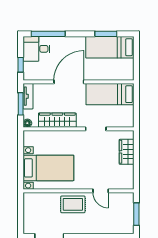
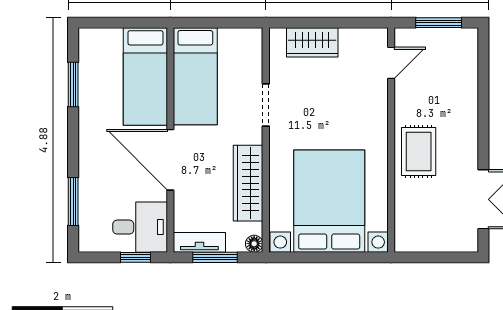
window: (48, 34) -> (73, 202), width x0.69
bed: (110, 47) -> (145, 76), moved
desk: (37, 49) -> (140, 227), moved, turned -90
bed with nightstands: (48, 168) -> (329, 201), width x1.36
door: (101, 191) -> (391, 63), moved

